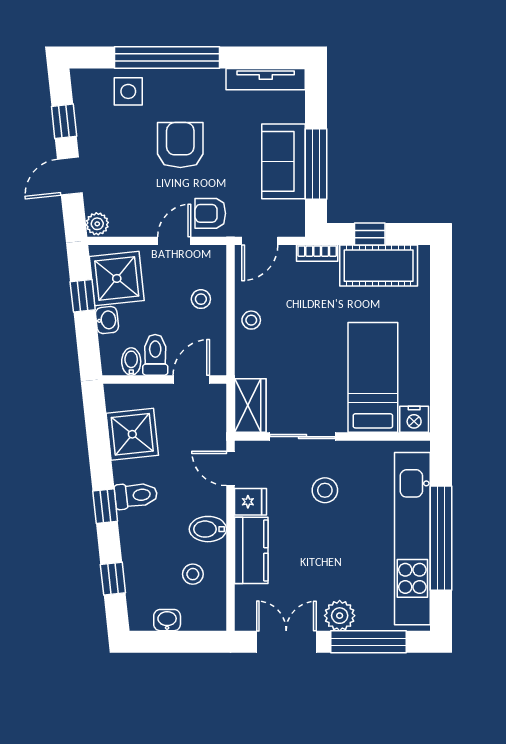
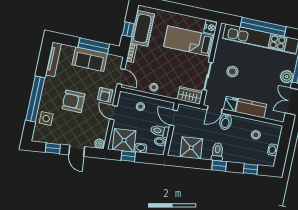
bidet: (208, 529) -> (226, 122), moved

